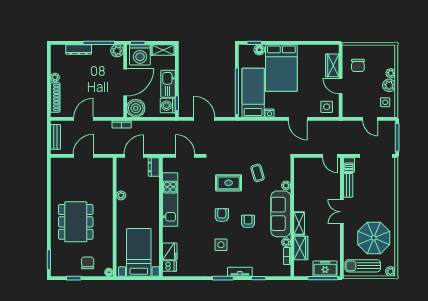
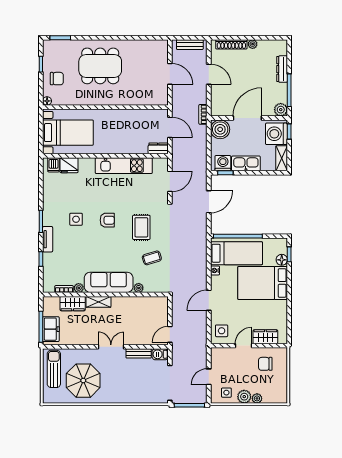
door: (125, 82) -> (247, 118), swing flipped
plant: (121, 195) -> (128, 114), removed
armchair: (248, 221) -> (101, 248), removed
plant: (391, 271) -> (48, 398), removed

